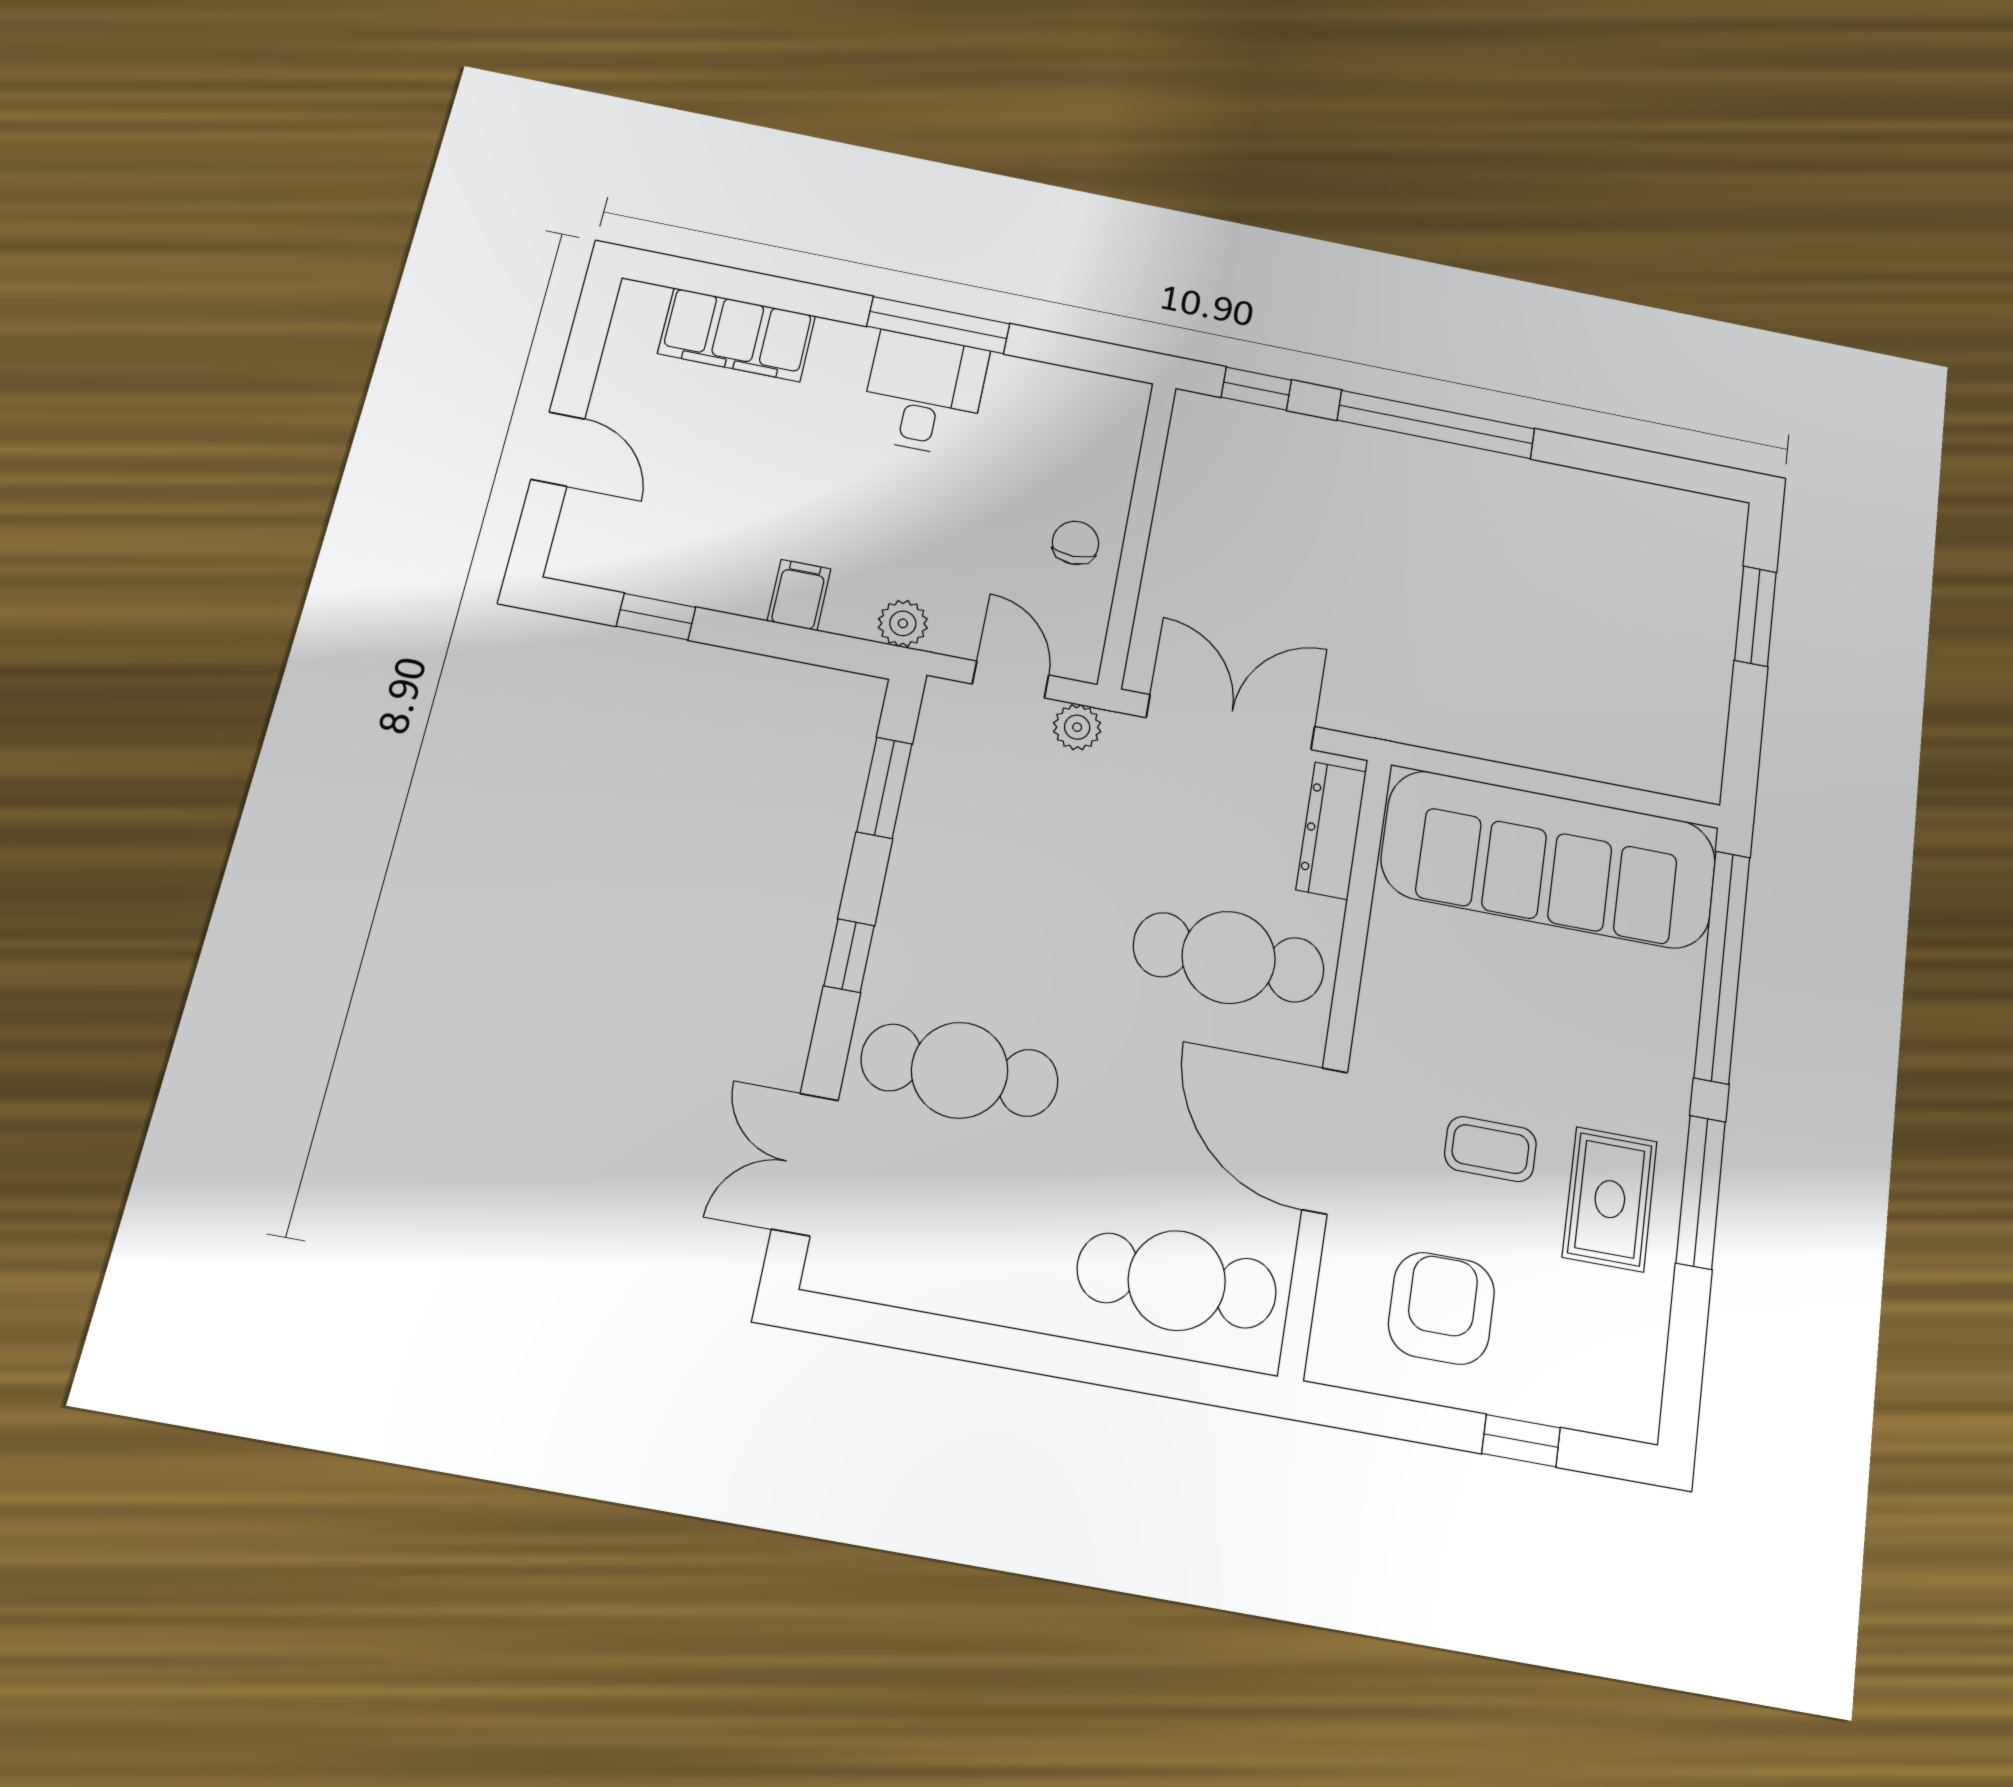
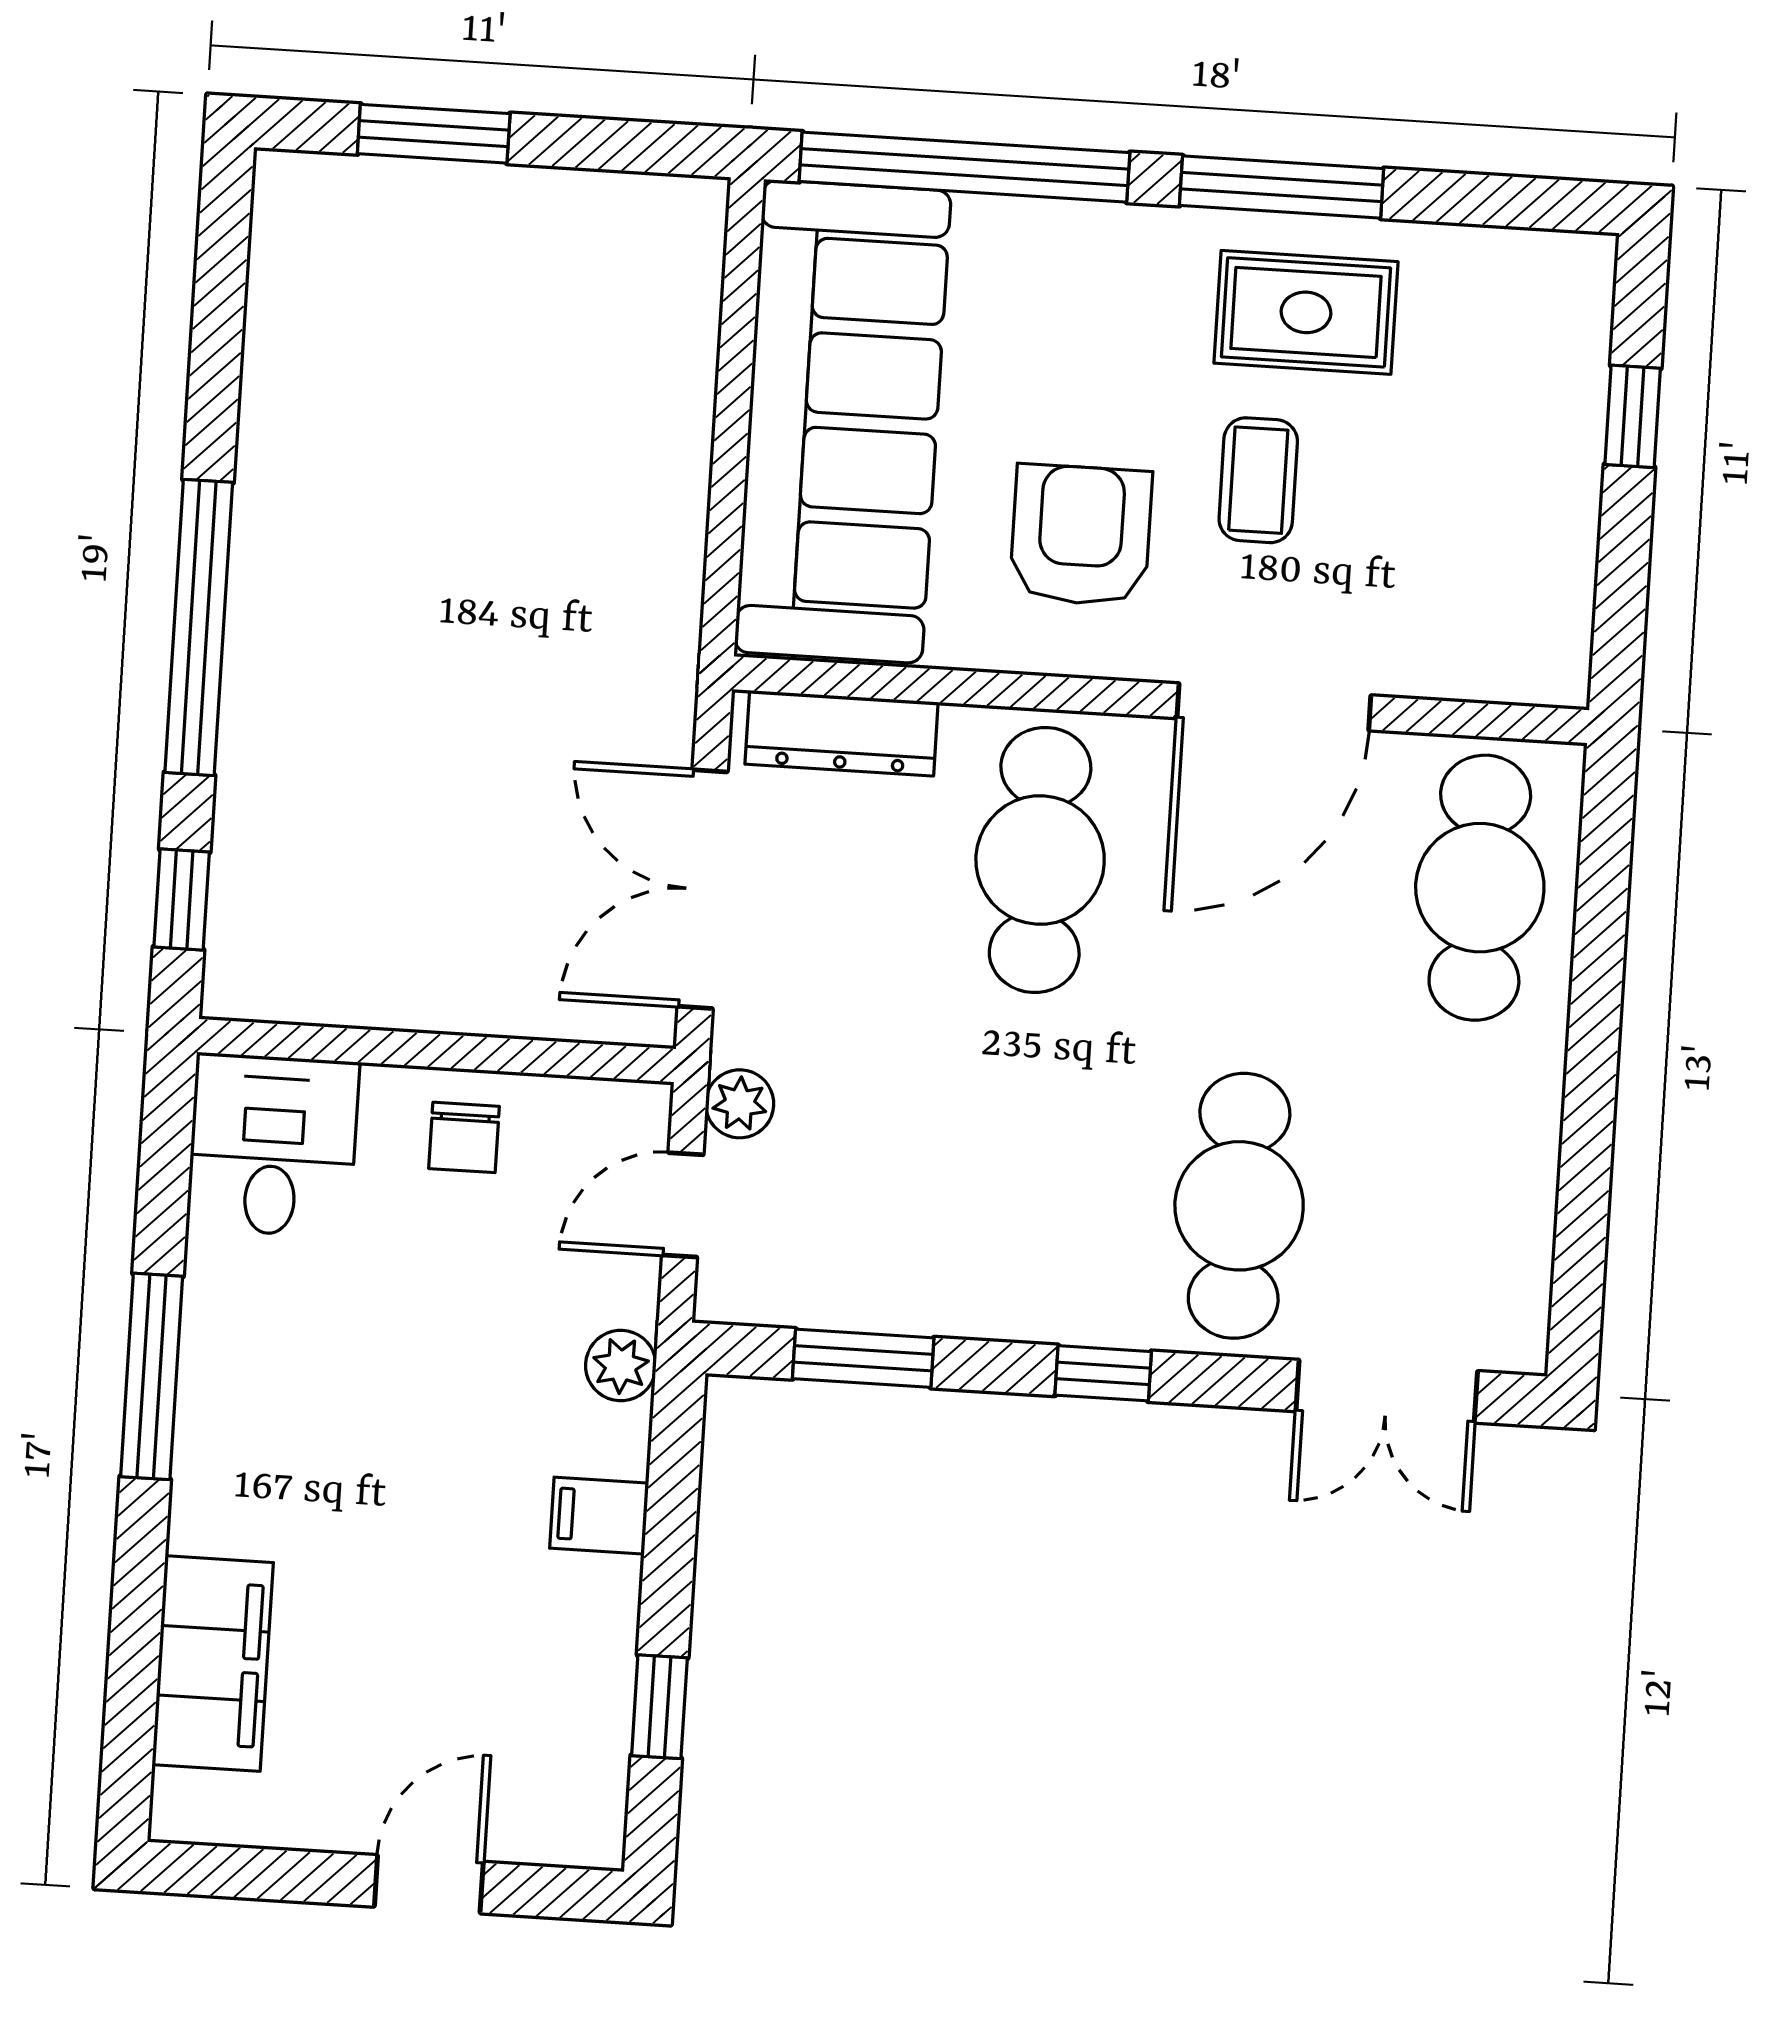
desk: (924, 394) -> (273, 1145), moved, turned 90
chair: (1076, 543) -> (464, 1137), turned -90
armchair: (1441, 1308) -> (1081, 535), moved, turned 90

